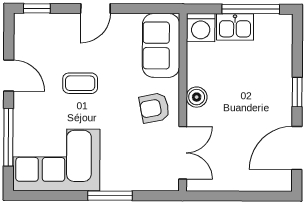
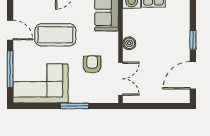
coffee table: (80, 83) -> (55, 35), width x1.86, depth x1.72
armchair: (154, 108) -> (92, 64), moved, turned 101

